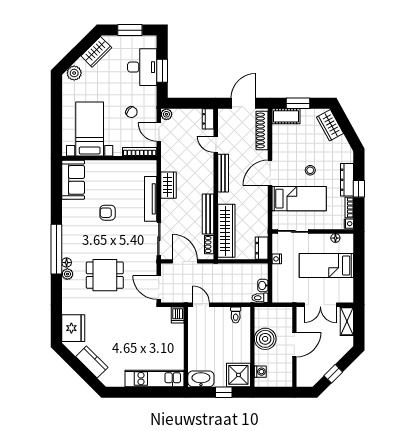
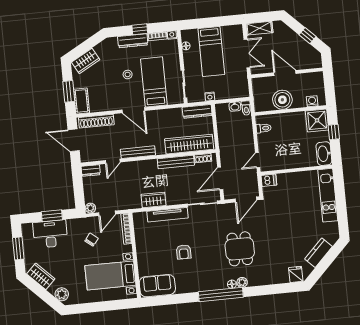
dresser: (262, 248) -> (197, 111), width x1.44
fridge: (73, 328) -> (296, 274), width x0.53, depth x0.75

